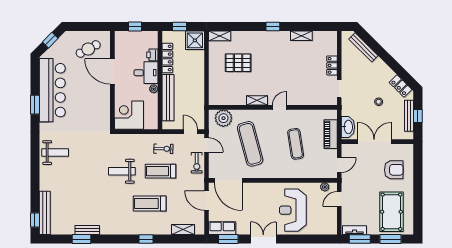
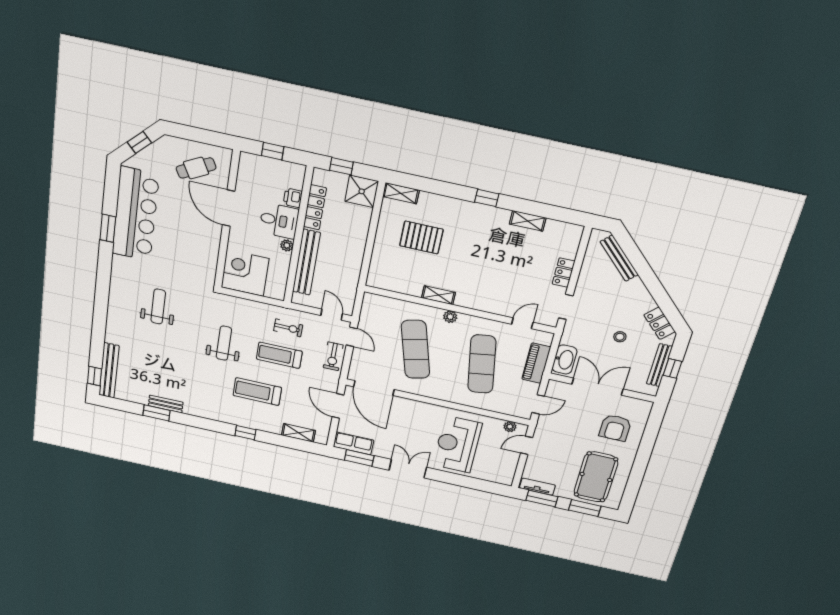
door: (279, 107) -> (522, 323), moved
plant: (223, 118) -> (450, 317), moved, width x0.53, depth x0.53
exercise mat: (296, 144) -> (482, 364), width x1.36, depth x1.45
weight bench: (55, 153) -> (158, 306), moved, turned -90
armchair: (394, 170) -> (615, 428), turned 90
weight bench: (122, 171) -> (224, 343), turned 90

